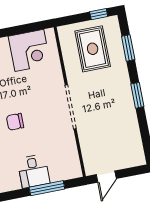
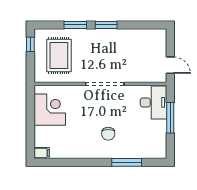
window: (128, 48) -> (75, 25), moved
rug: (93, 49) -> (59, 55), turned 90
desk: (34, 171) -> (153, 102), moved, width x1.37

